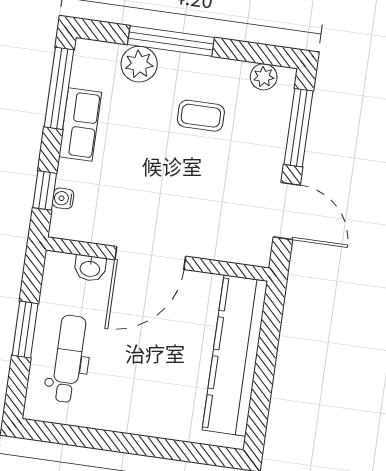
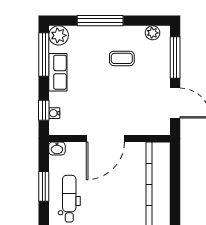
plant: (139, 64) -> (59, 35), moved
washbasin: (90, 268) -> (57, 148), moved

